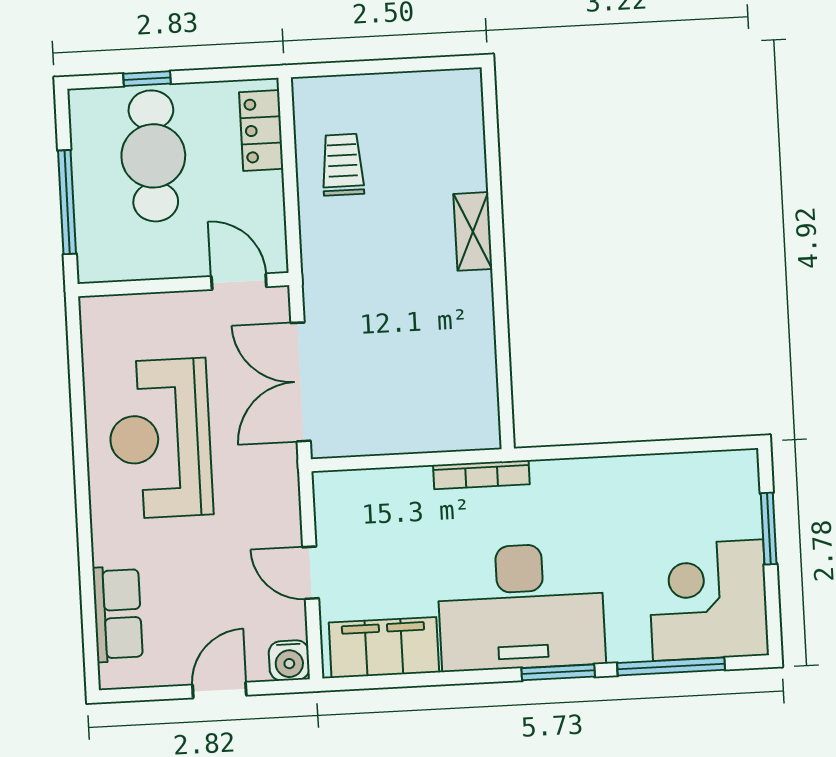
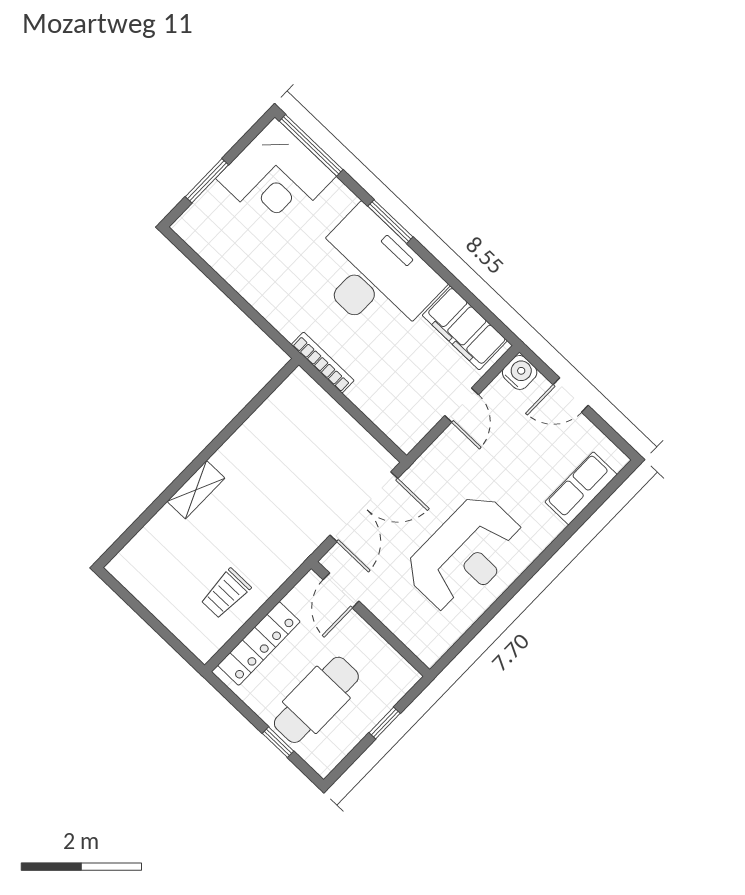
locker: (261, 131) -> (259, 643), width x1.53
window: (67, 202) -> (385, 723), width x0.46
window: (671, 666) -> (311, 145), moved

